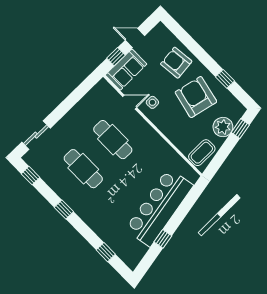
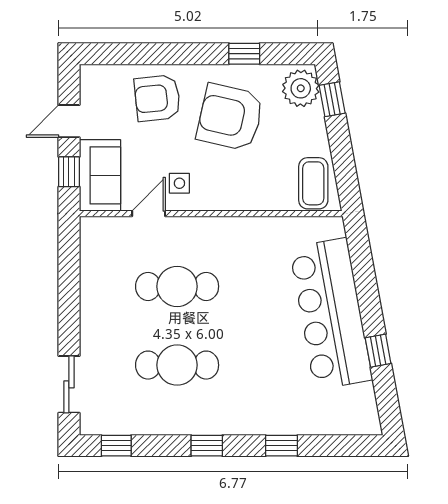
plant: (223, 127) -> (301, 88), moved
window: (106, 252) -> (281, 446), moved

